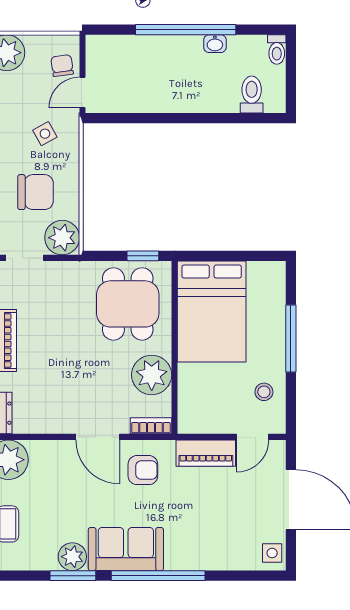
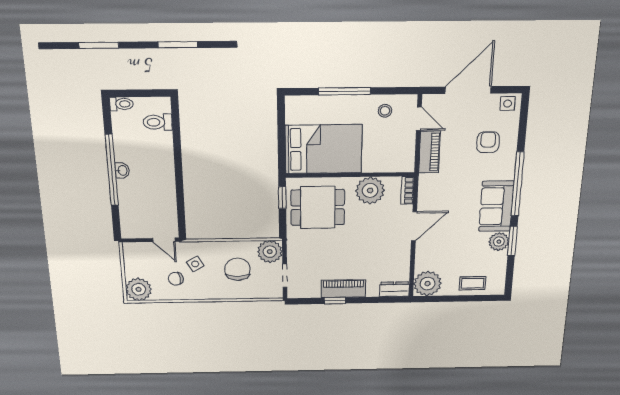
washbasin: (215, 44) -> (122, 170), moved
chair: (62, 66) -> (176, 279), moved
armchair: (143, 470) -> (488, 142), moved

